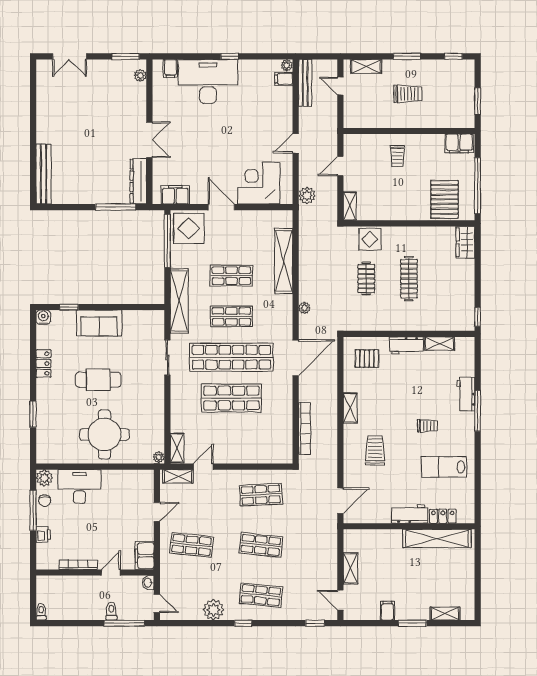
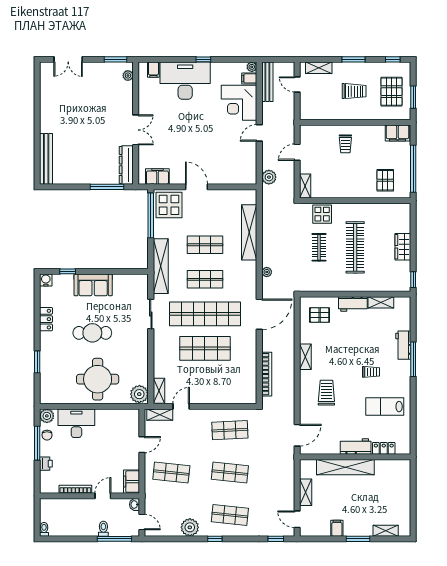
pallet: (452, 94) -> (391, 92), added
corner desk: (259, 183) -> (239, 103), moved, turned -90
pallet: (444, 199) -> (385, 180), width x0.67, depth x0.71
wardrobe: (465, 242) -> (403, 247), moved
clothes rail: (409, 279) -> (355, 247), width x1.37, depth x1.31
plant: (159, 457) -> (139, 394), width x1.87, depth x1.87
shelving: (437, 539) -> (345, 467), moved

